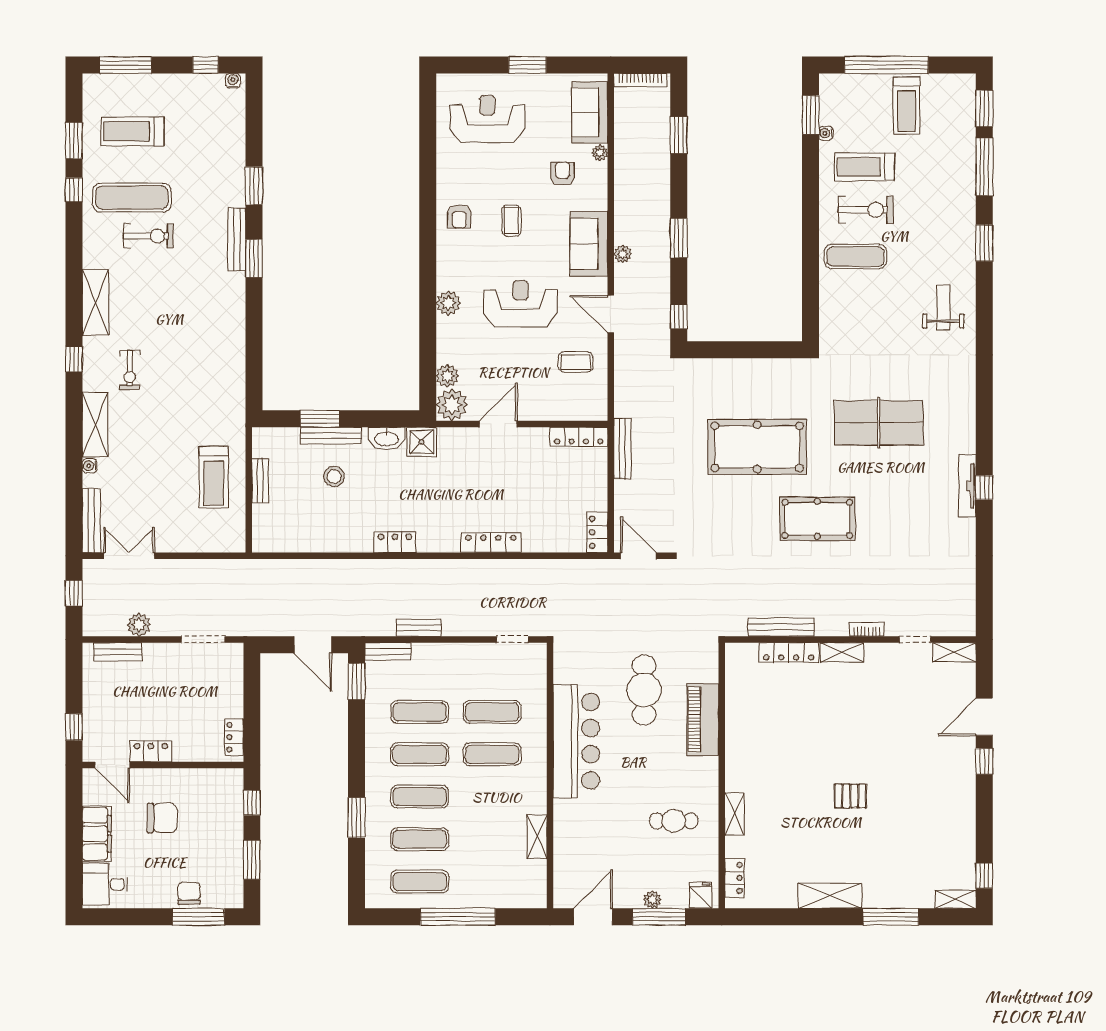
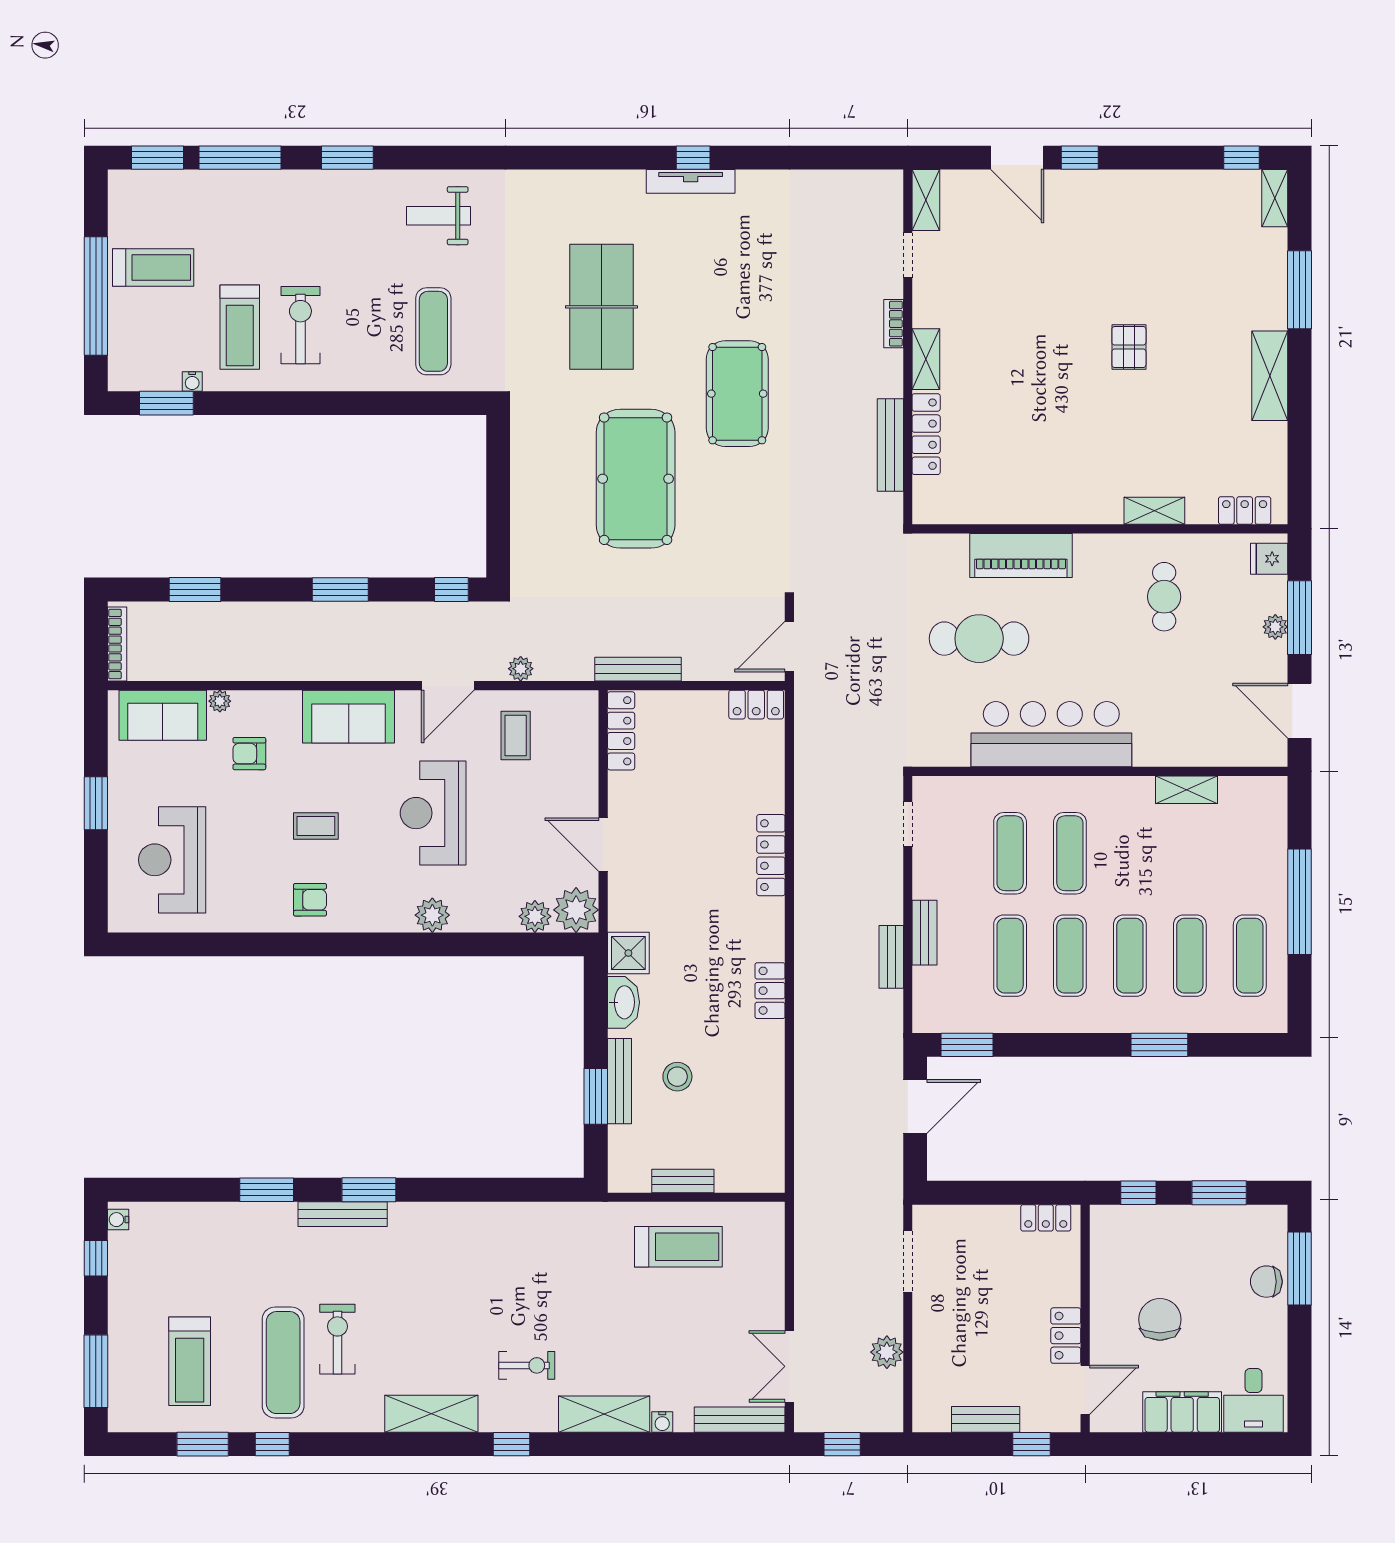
plant: (623, 254) -> (521, 669), moved
exercise mat: (855, 257) -> (433, 331), moved
bench: (388, 651) -> (925, 933), moved
bench: (118, 652) -> (986, 1419), moved, turned 90

